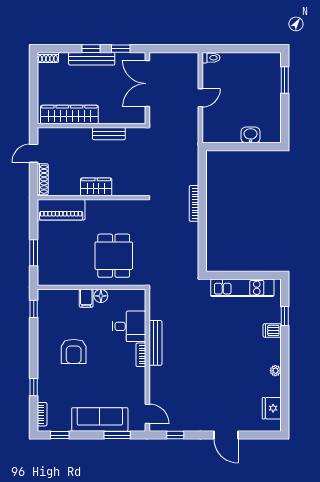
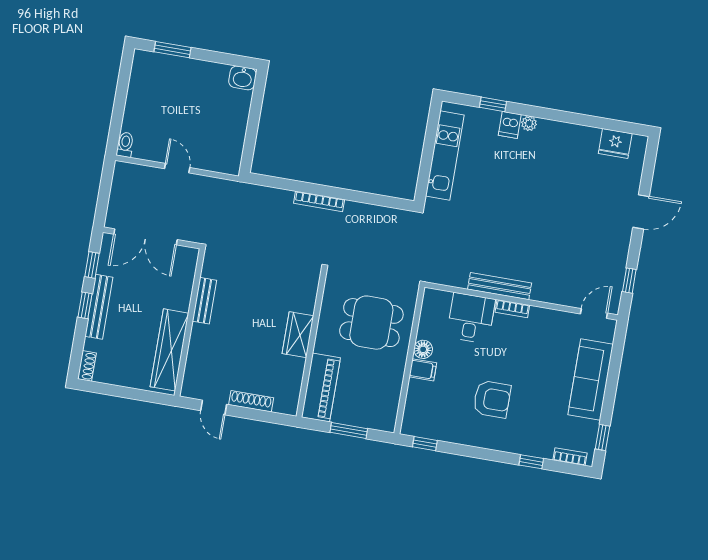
washbasin: (251, 135) -> (243, 78), moved, turned -90
wardrobe: (96, 187) -> (298, 335), moved
wall: (92, 198) -> (312, 343), moved
piano: (61, 210) -> (321, 387), moved
plant: (275, 371) -> (529, 123), moved
window: (117, 435) -> (616, 360), removed

